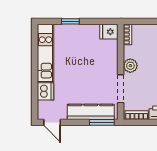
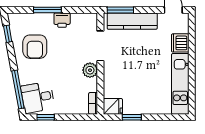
window: (70, 21) -> (132, 117), moved
bookcase: (137, 115) -> (83, 18), removed

